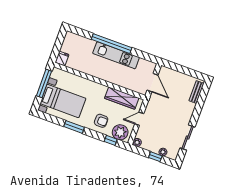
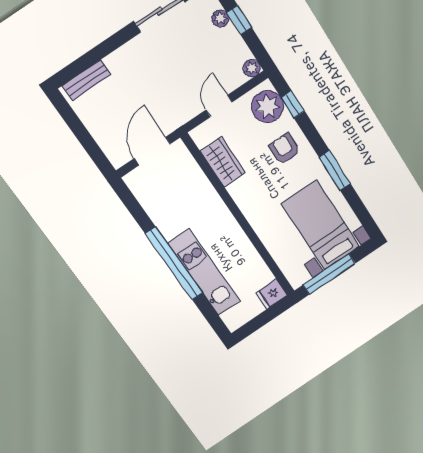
kitchen unit: (116, 55) -> (204, 272), moved
wardrobe: (122, 98) -> (223, 162), width x0.67
door: (139, 119) -> (219, 106), swing flipped

